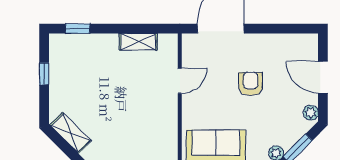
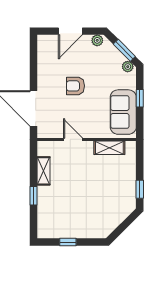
window: (78, 29) -> (34, 196), moved
shelving: (70, 133) -> (109, 148), moved, turned 45

